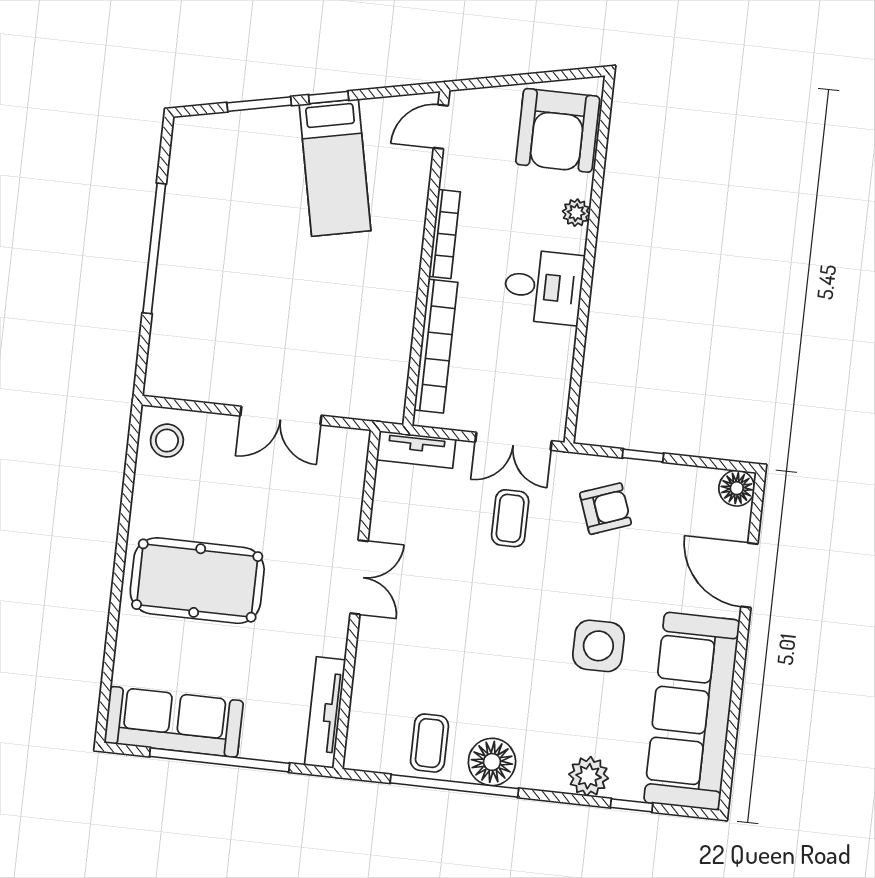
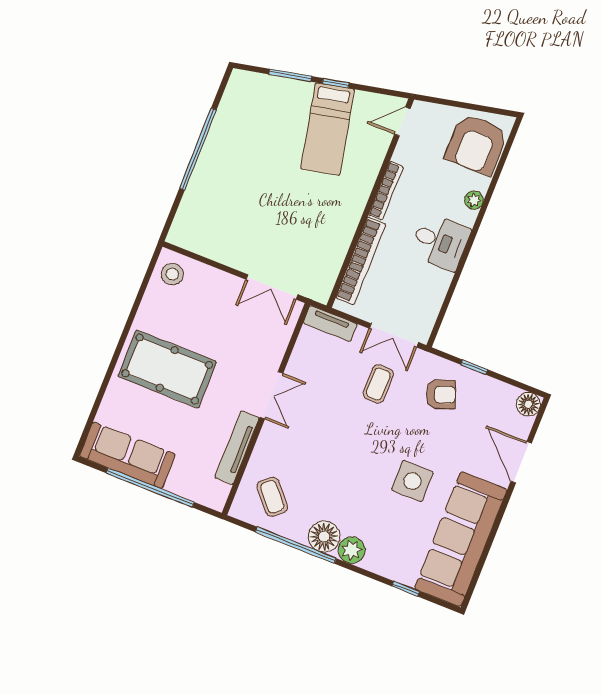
double door: (281, 416) -> (272, 287), moved
tv unit: (325, 712) -> (237, 448), moved
coffee table: (429, 743) -> (272, 497), moved, turned -41
plant: (589, 776) -> (352, 550), moved

